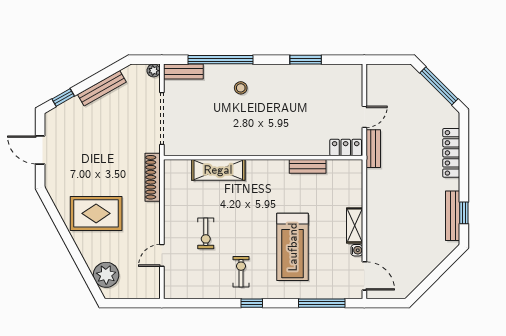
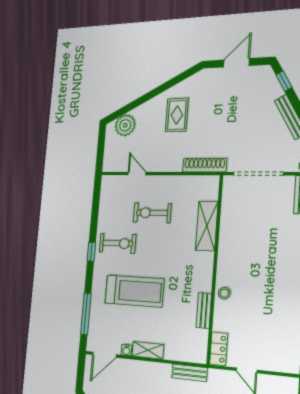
stool: (241, 88) -> (224, 293), moved
bench: (373, 149) -> (190, 373), moved
rug: (96, 213) -> (177, 115), width x0.73, depth x0.70
exercise bike: (206, 233) -> (152, 213), width x1.38, depth x1.39
treadmill: (293, 247) -> (134, 291), turned 180
exercise bike: (241, 272) -> (118, 243), width x1.38, depth x1.39

